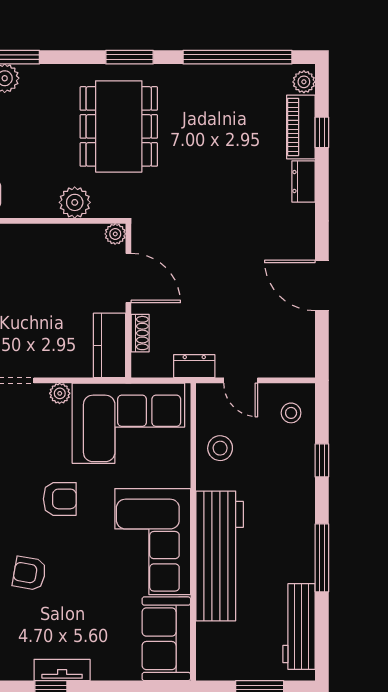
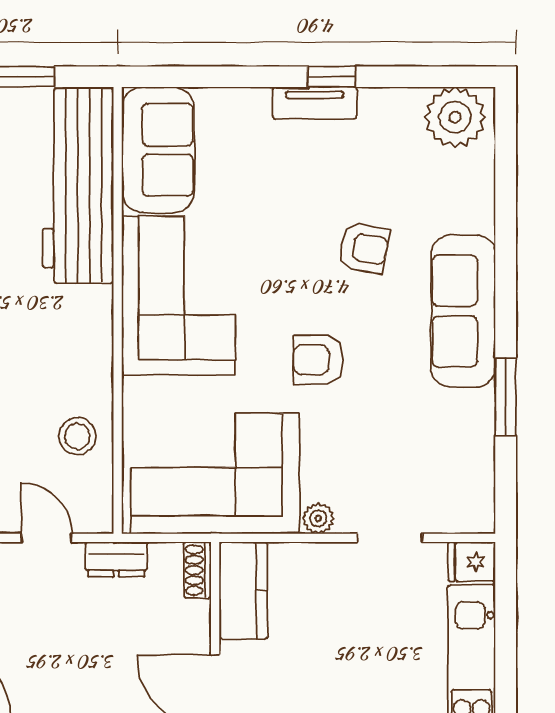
shoe rack: (140, 333) -> (197, 570), moved
workbench: (220, 556) -> (78, 186), moved

